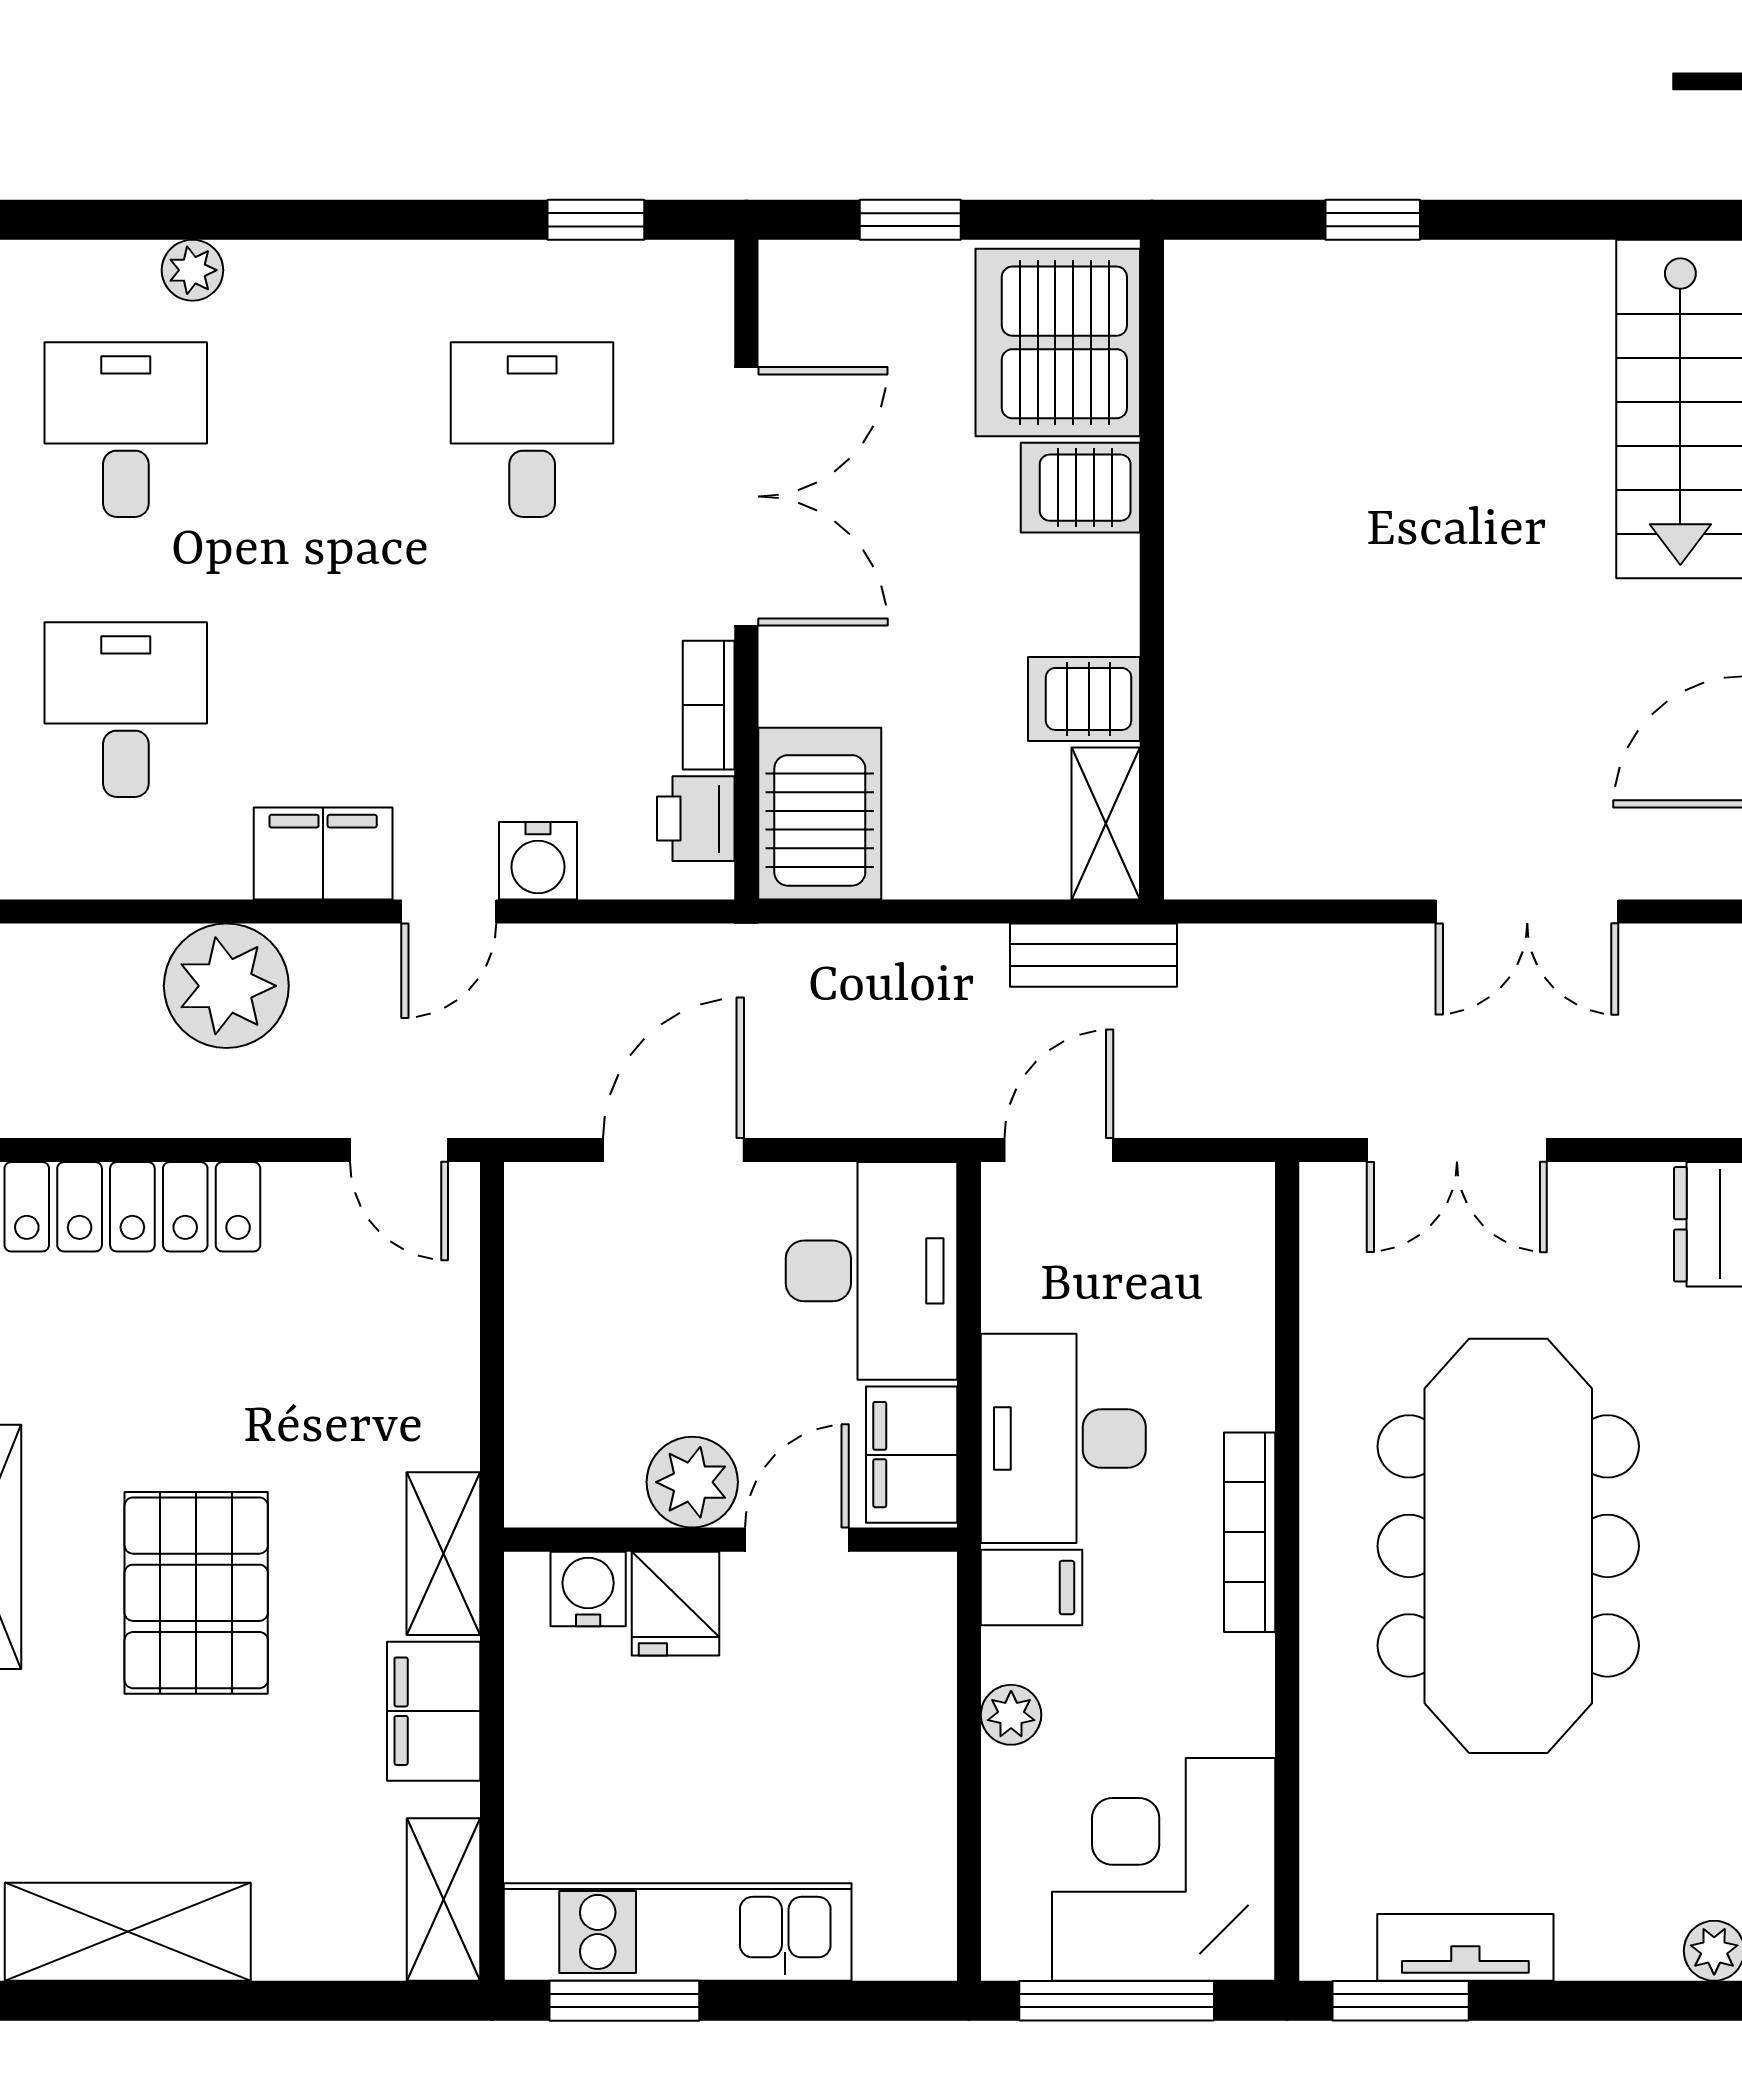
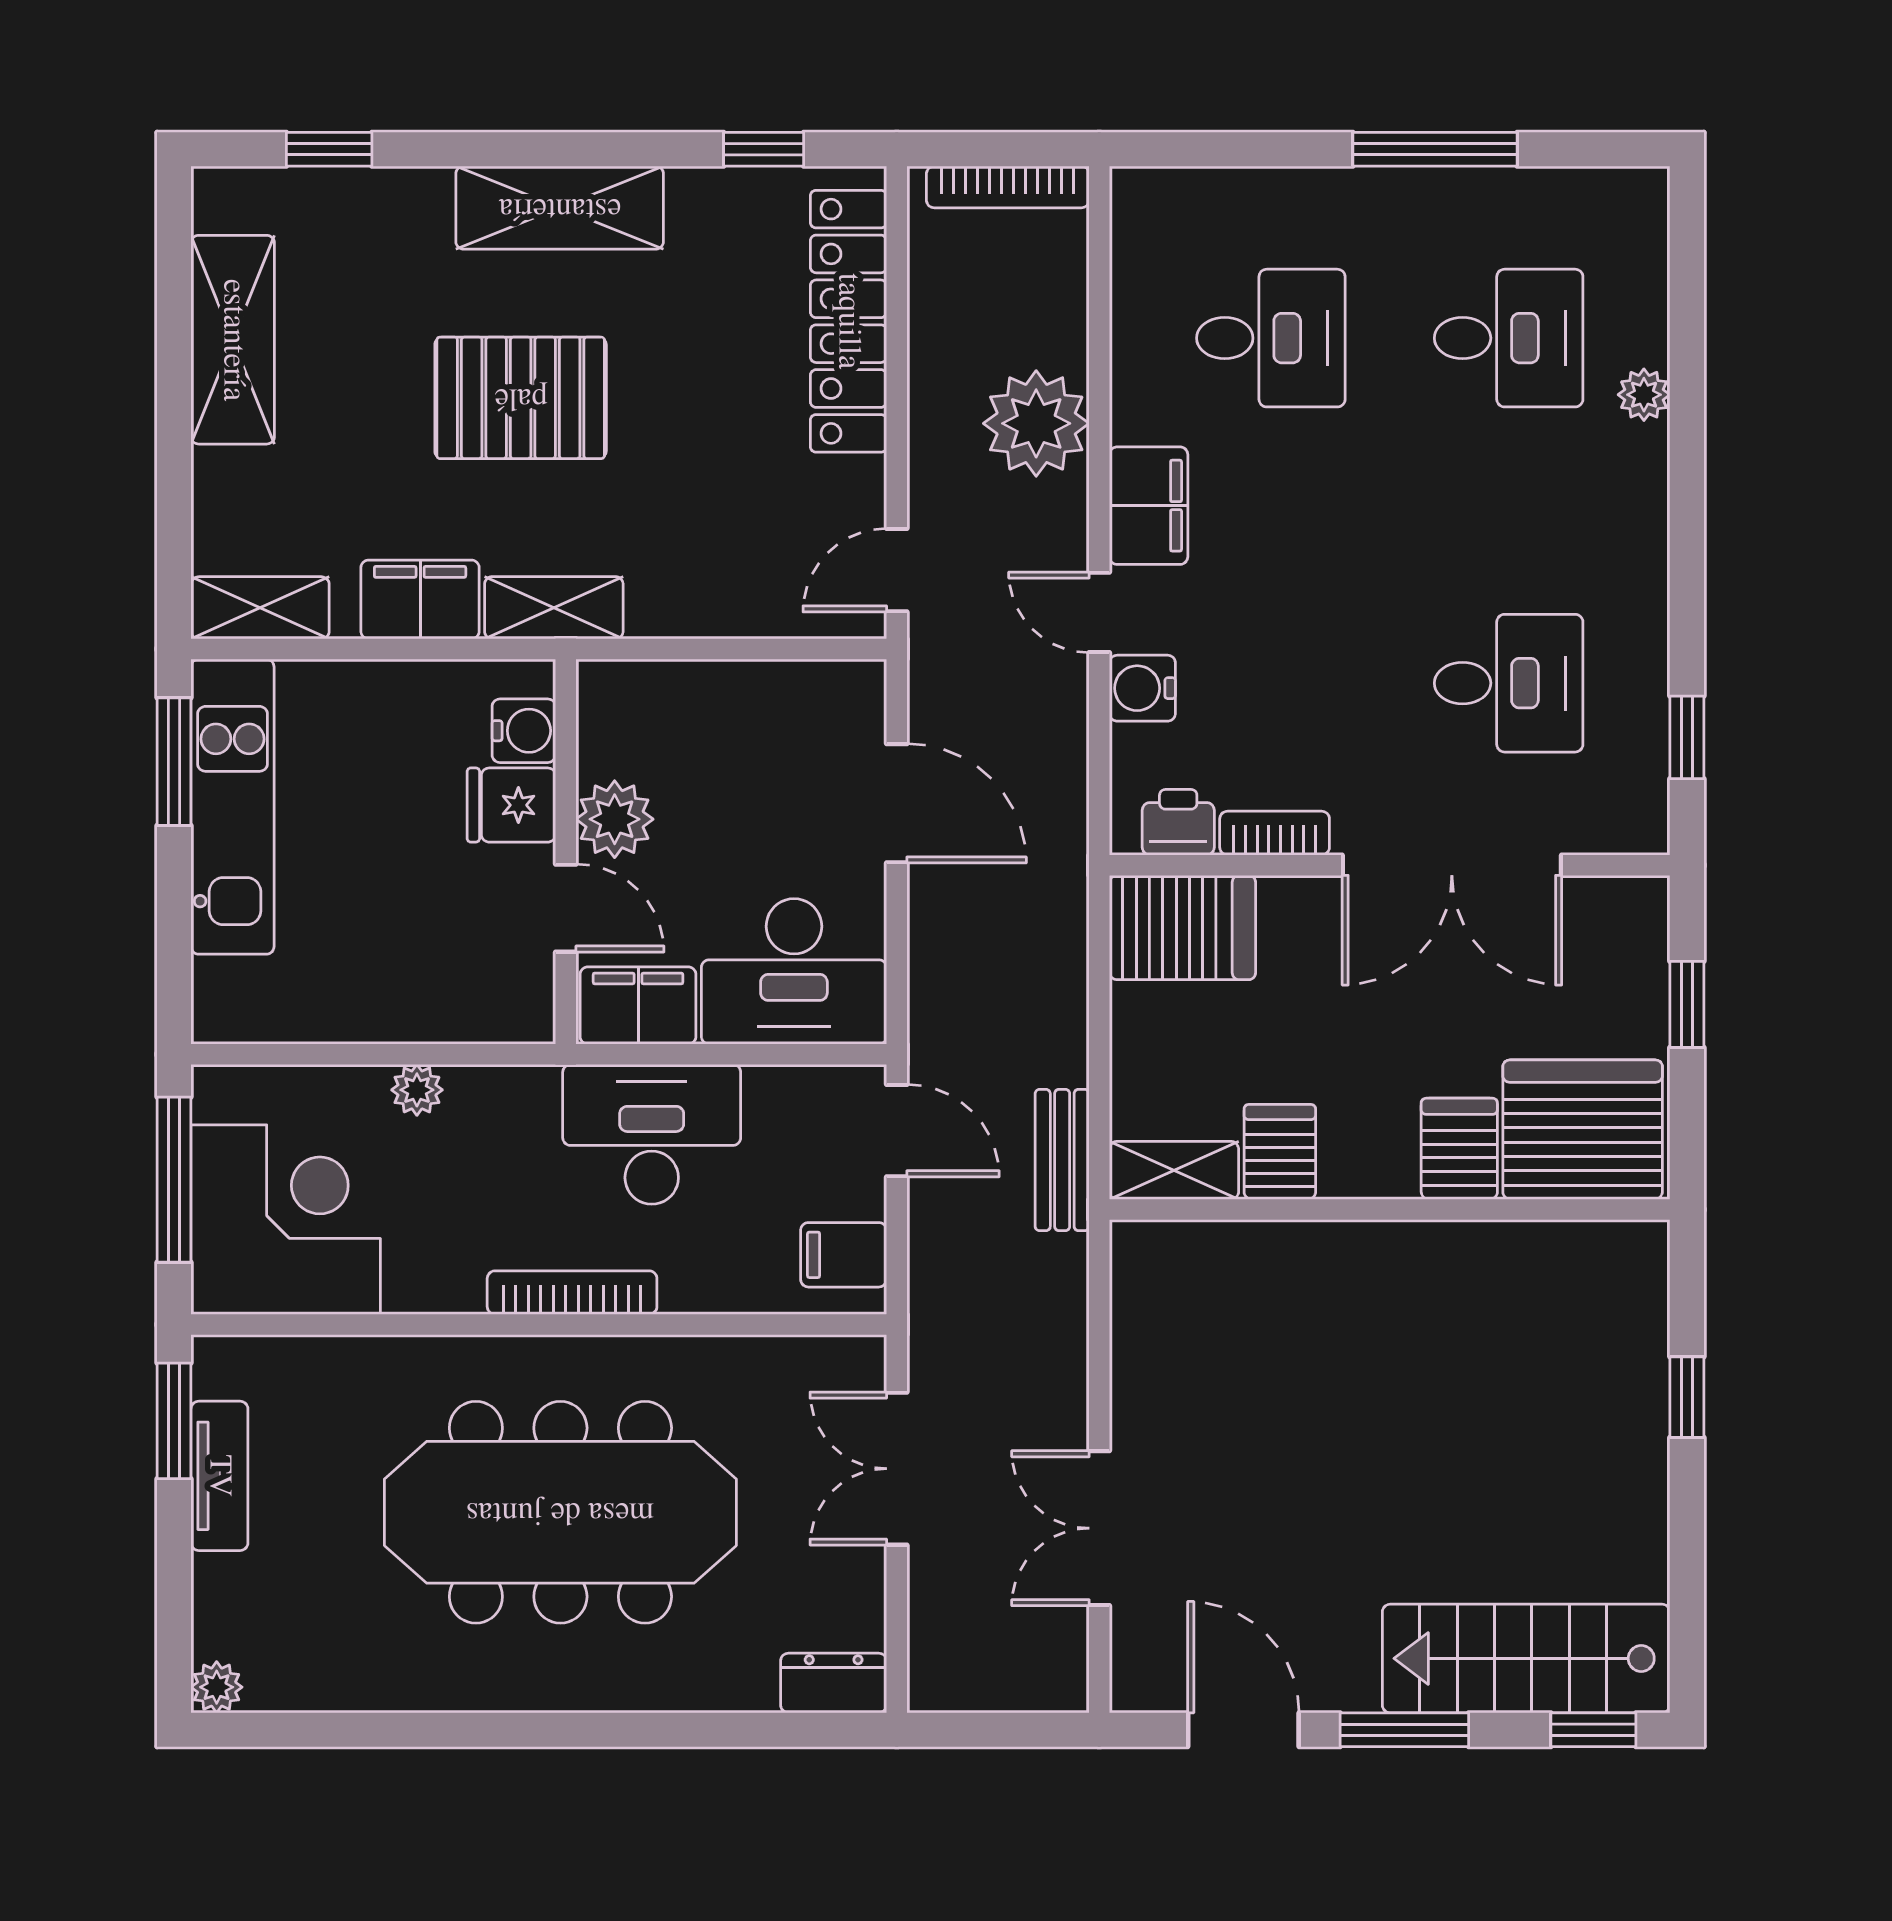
filing cabinet: (1032, 1588) -> (844, 1255), moved, turned 90

